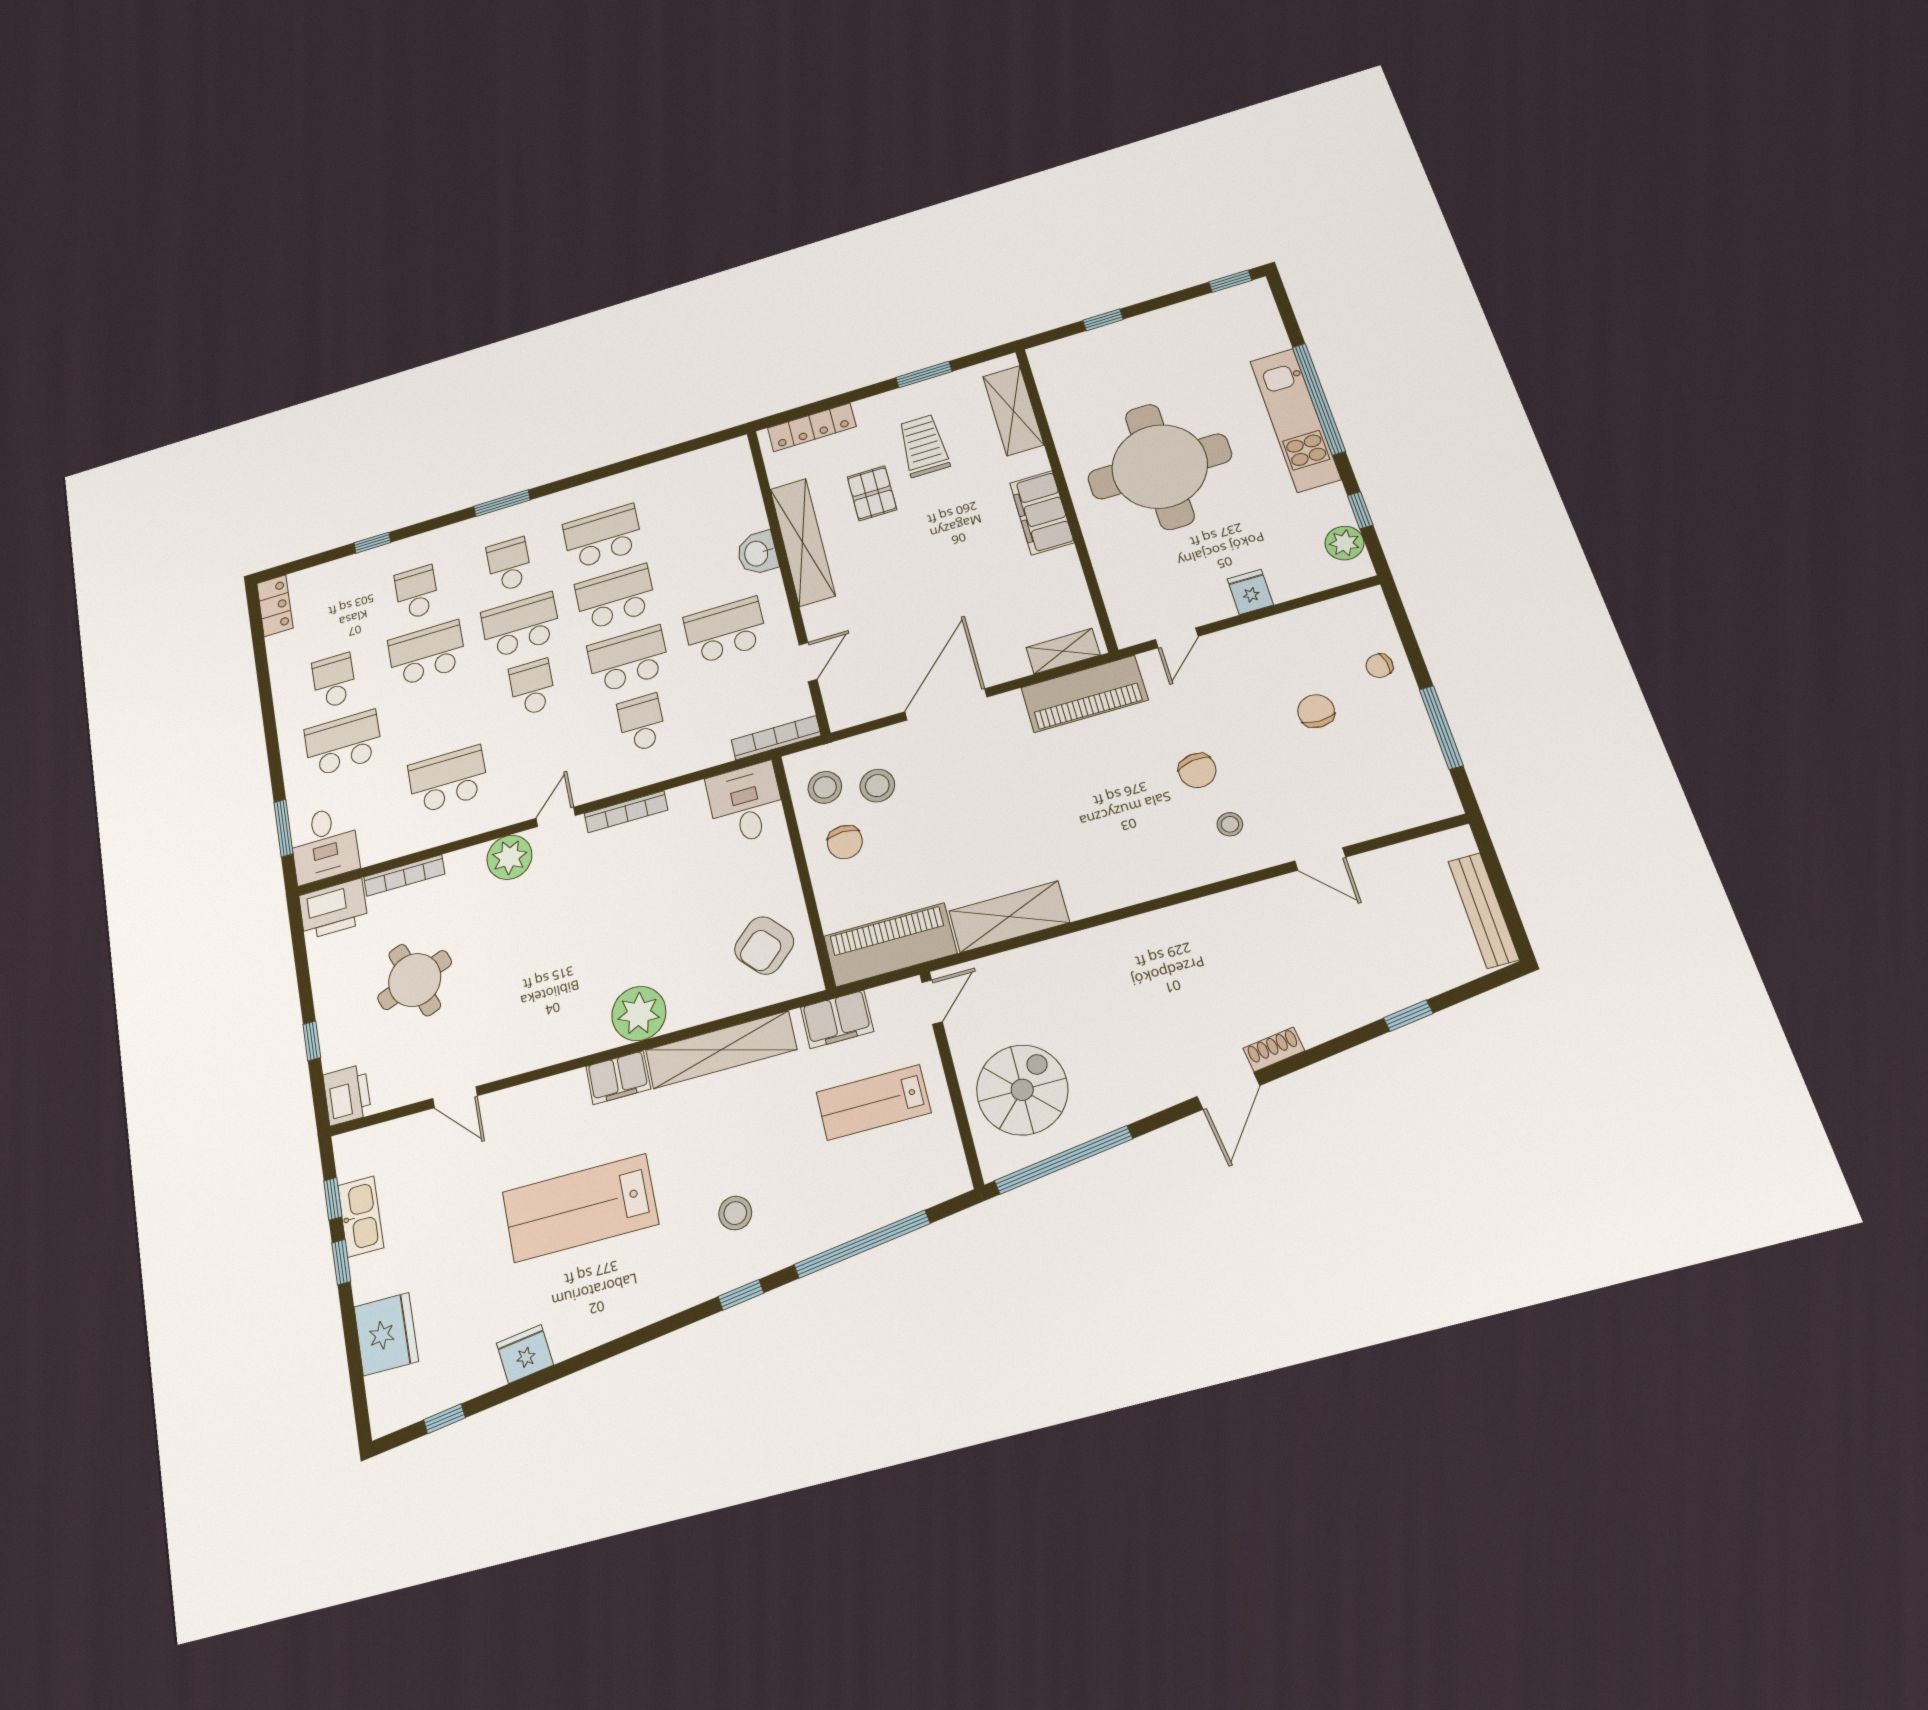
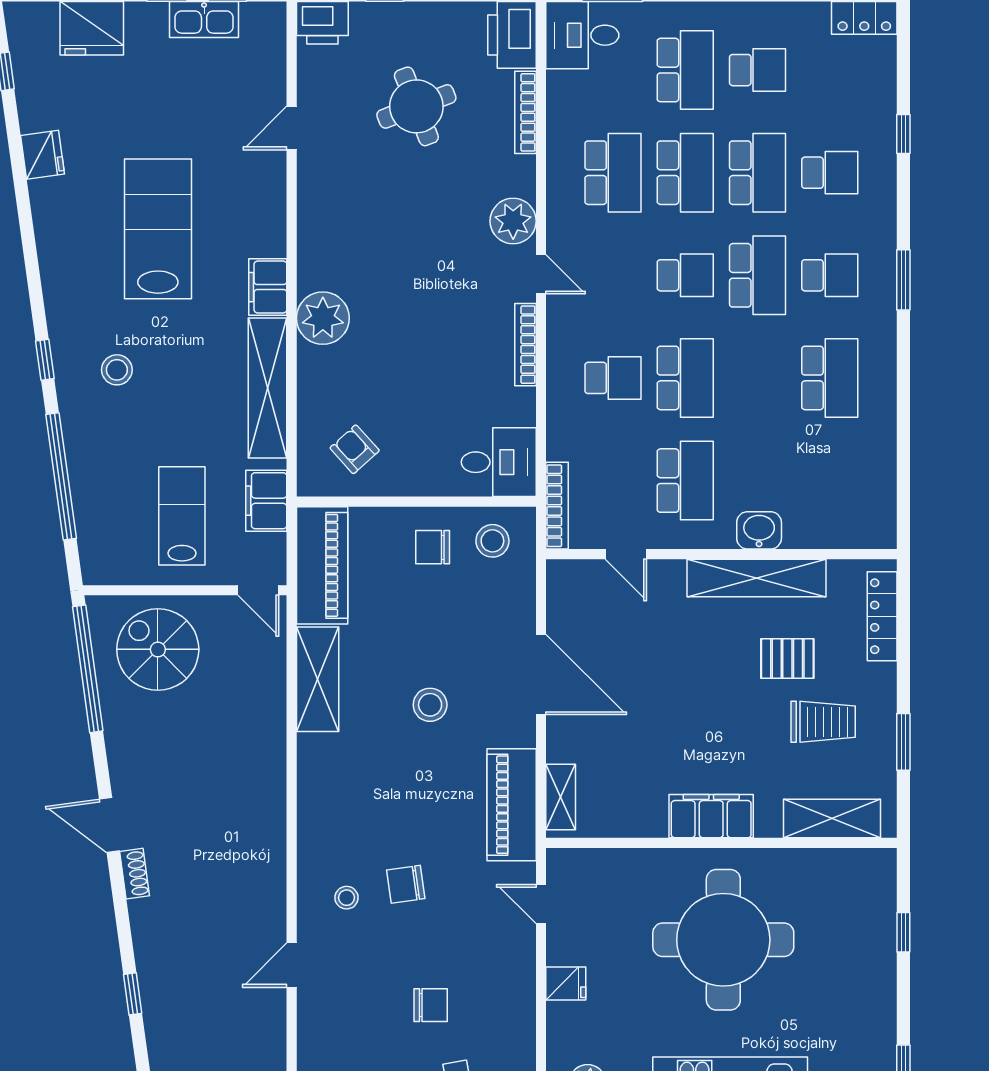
school desk: (615, 597) -> (685, 173), moved
stool: (877, 786) -> (430, 705), moved
armchair: (764, 945) -> (355, 449), width x0.72, depth x0.72
spiral stairs: (1022, 1090) -> (158, 649), turned 180

